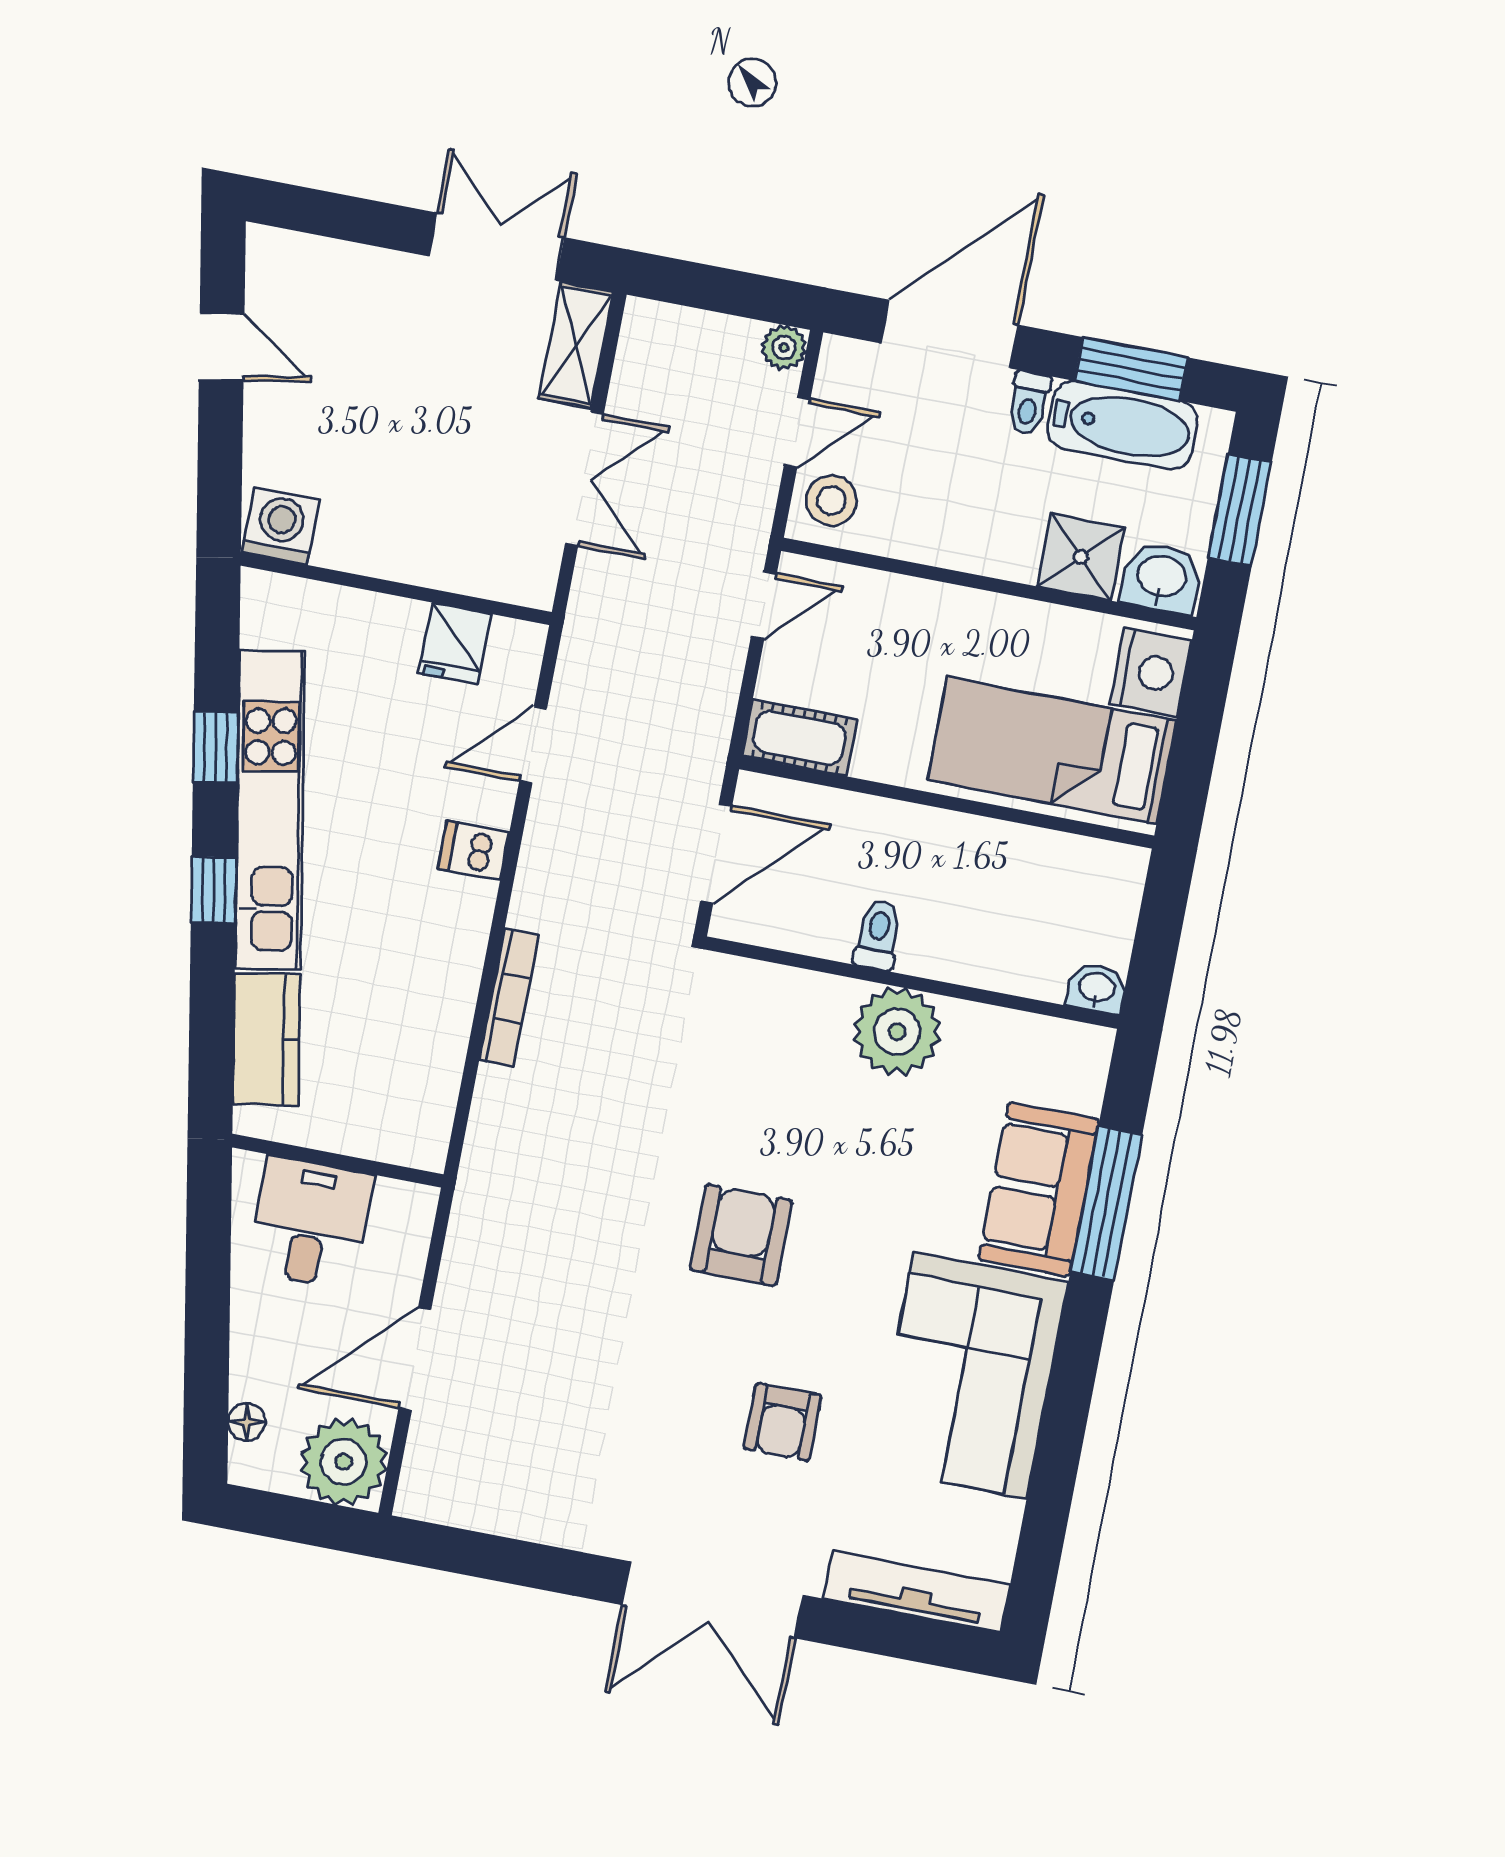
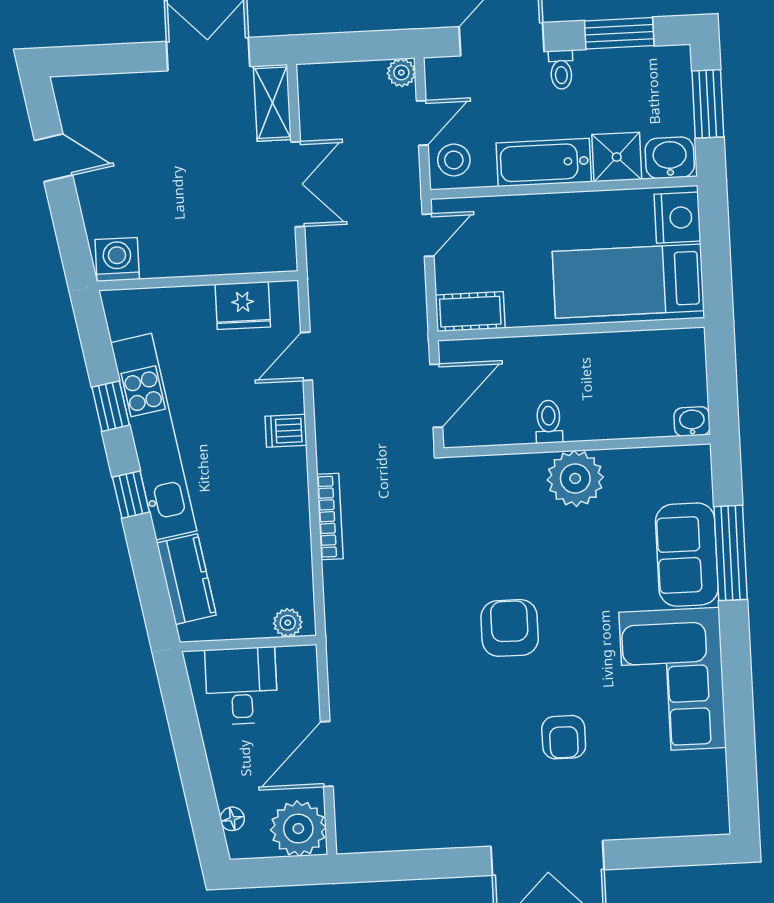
bathtub: (1123, 425) -> (544, 163), moved, turned 180
fridge: (455, 643) -> (243, 306), width x1.38
plant: (405, 1144) -> (288, 623), added
tv unit: (917, 1592) -> (672, 822), removed

